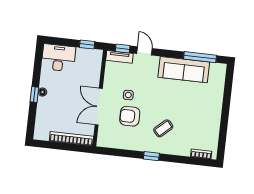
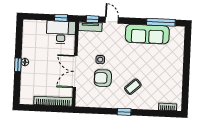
desk: (58, 58) -> (61, 32), moved

